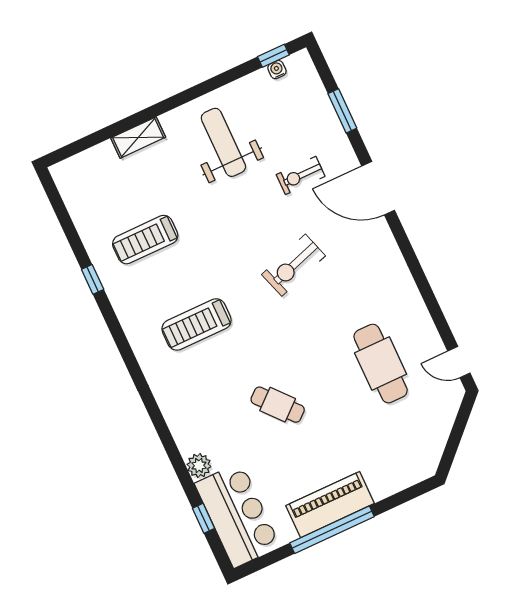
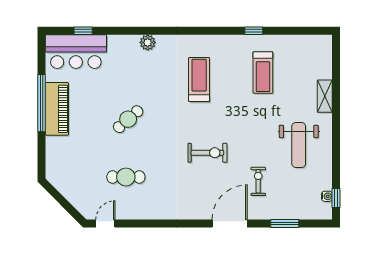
weight bench: (223, 142) -> (299, 145), turned 90
treadmill: (145, 240) -> (263, 73), turned 180
exercise bike: (294, 265) -> (207, 153), turned 108
cafe table: (381, 364) -> (126, 177), width x0.73, depth x0.74
cafe table: (278, 405) -> (128, 119), moved
plant: (199, 465) -> (148, 42), moved

